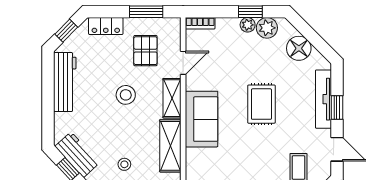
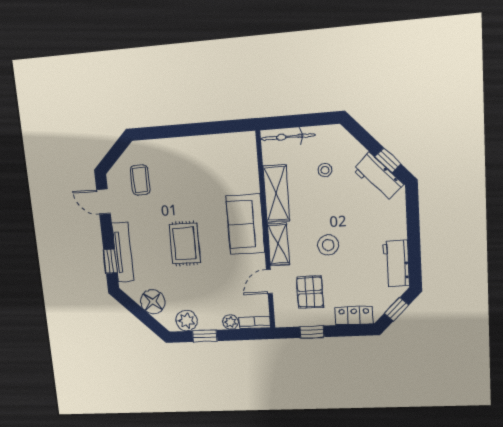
window: (146, 12) -> (312, 332), width x0.67
plant: (248, 25) -> (231, 322), moved
workbench: (65, 82) -> (396, 264), width x0.73
window: (337, 108) -> (110, 261), moved

